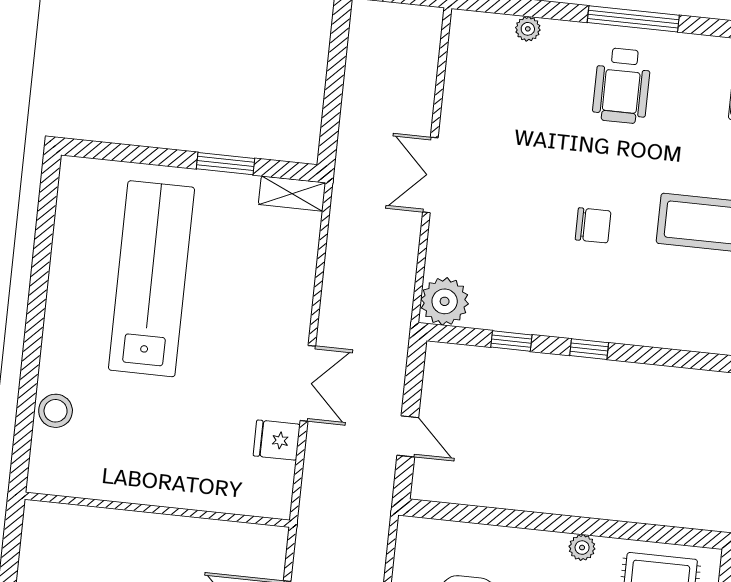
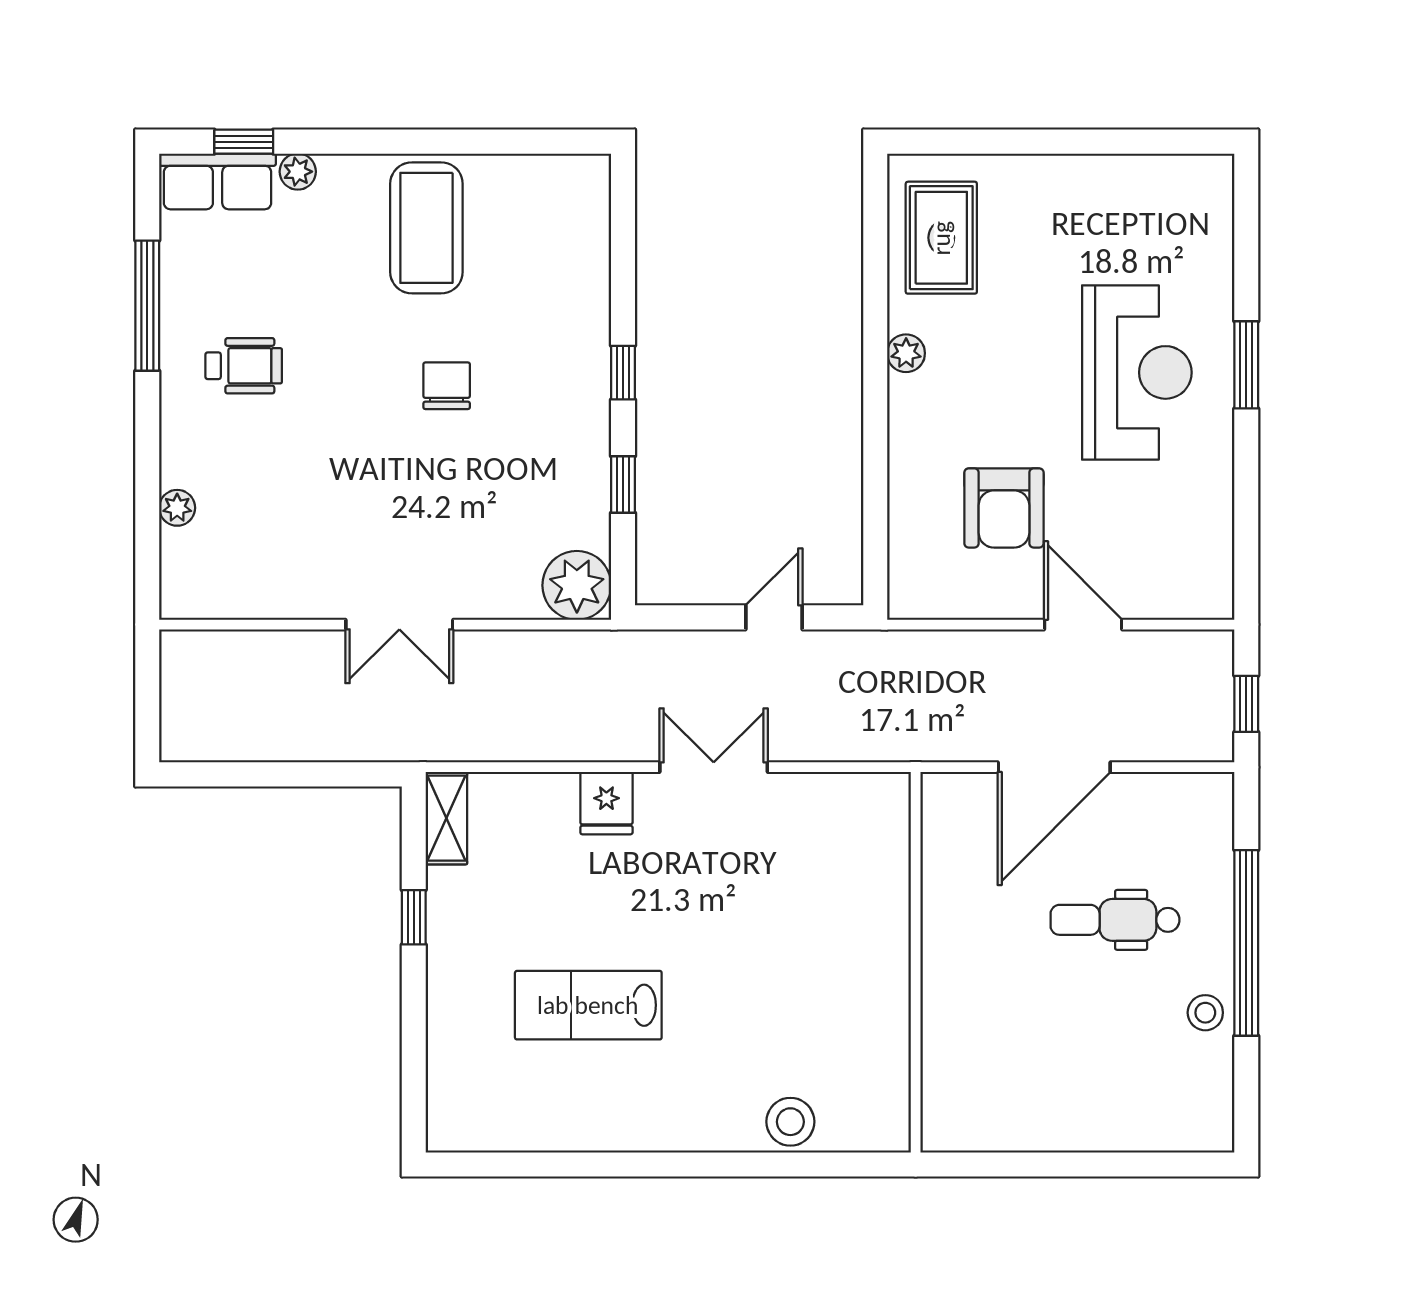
window: (633, 19) -> (147, 306), moved
wheelchair: (622, 86) -> (244, 366), width x0.73, depth x0.73
window: (225, 164) -> (414, 917), width x0.67
lab bench: (151, 279) -> (588, 1005), width x0.54, depth x0.72
fridge: (277, 440) -> (606, 803), moved

